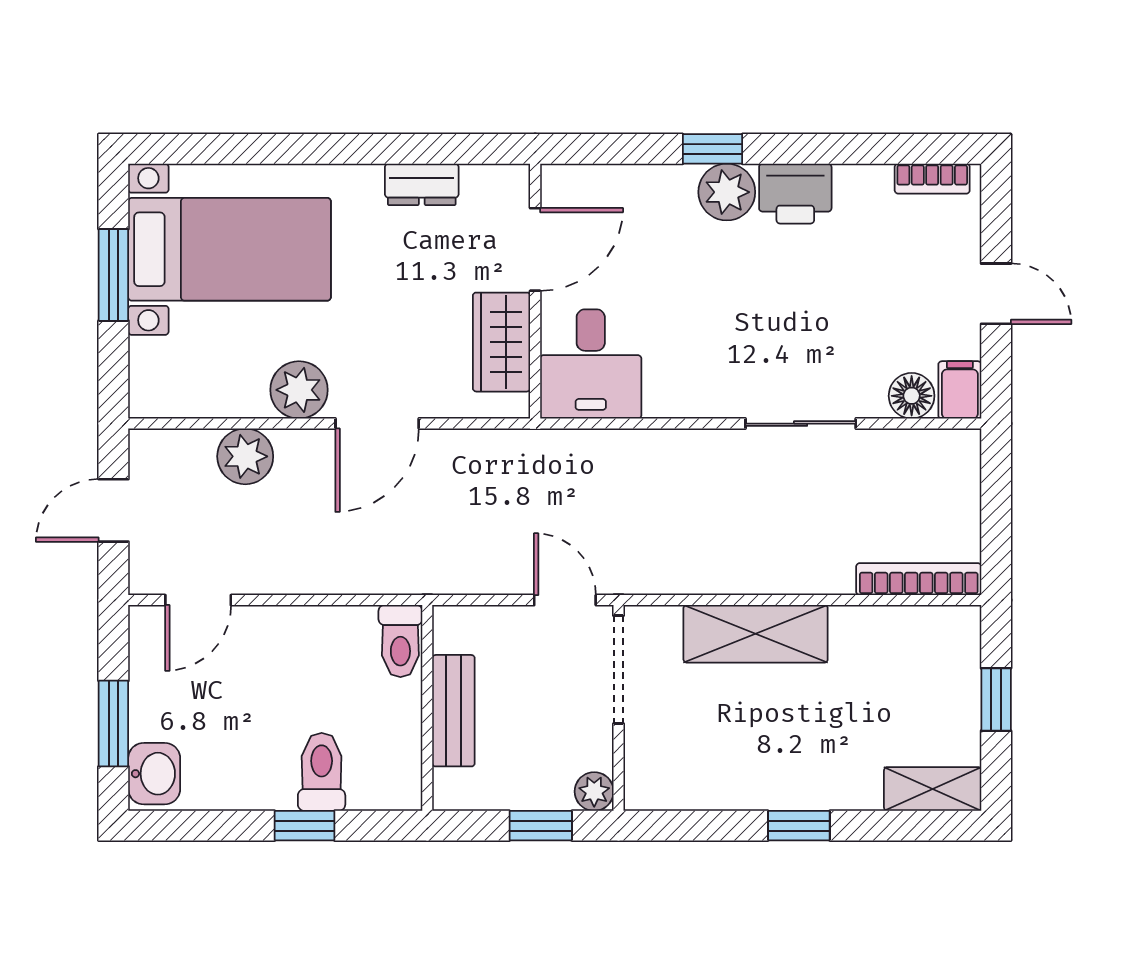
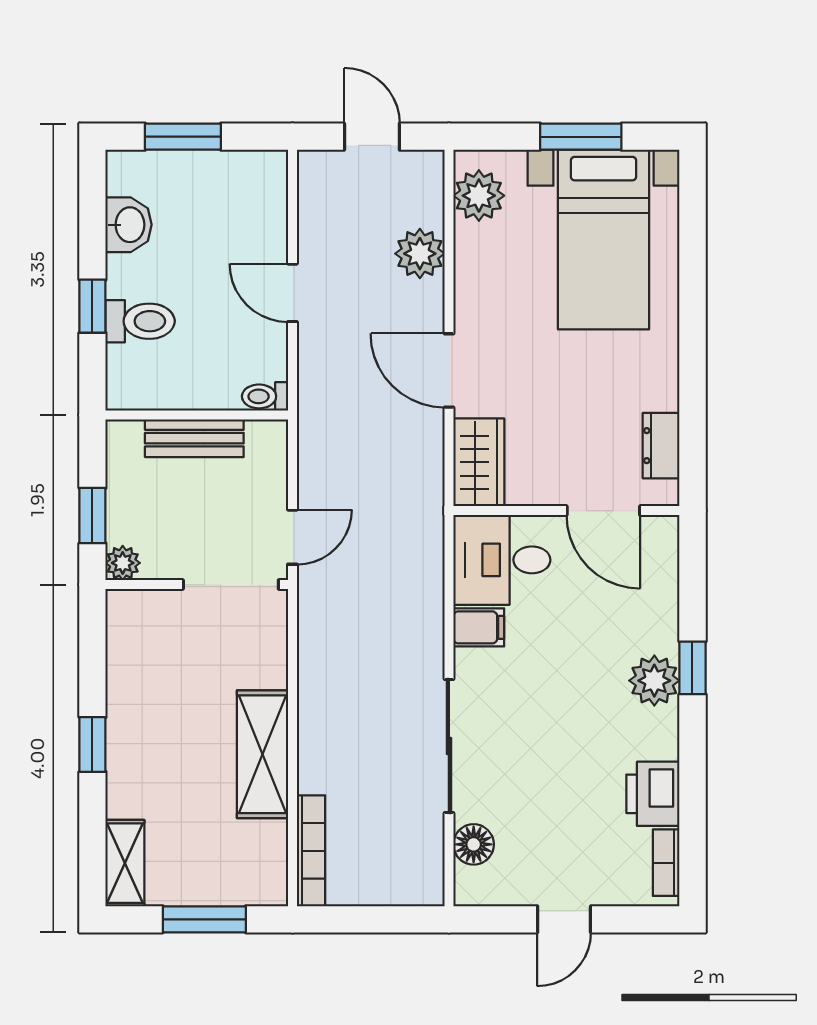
dresser: (422, 184) -> (661, 446), moved
printer: (795, 194) -> (653, 794), moved
wardrobe: (502, 342) -> (479, 462), moved, turned 90
plant: (299, 390) -> (479, 196), moved
filing cabinet: (960, 390) -> (479, 627), moved
sliding door: (801, 424) -> (449, 746), width x1.37
door: (198, 600) -> (292, 293), moved
shelving: (756, 634) -> (263, 754), moved
toilet: (400, 641) -> (265, 396), width x0.73, depth x0.72
window: (996, 699) -> (204, 919), width x1.50
washbasin: (154, 774) -> (129, 225), moved, turned -90

